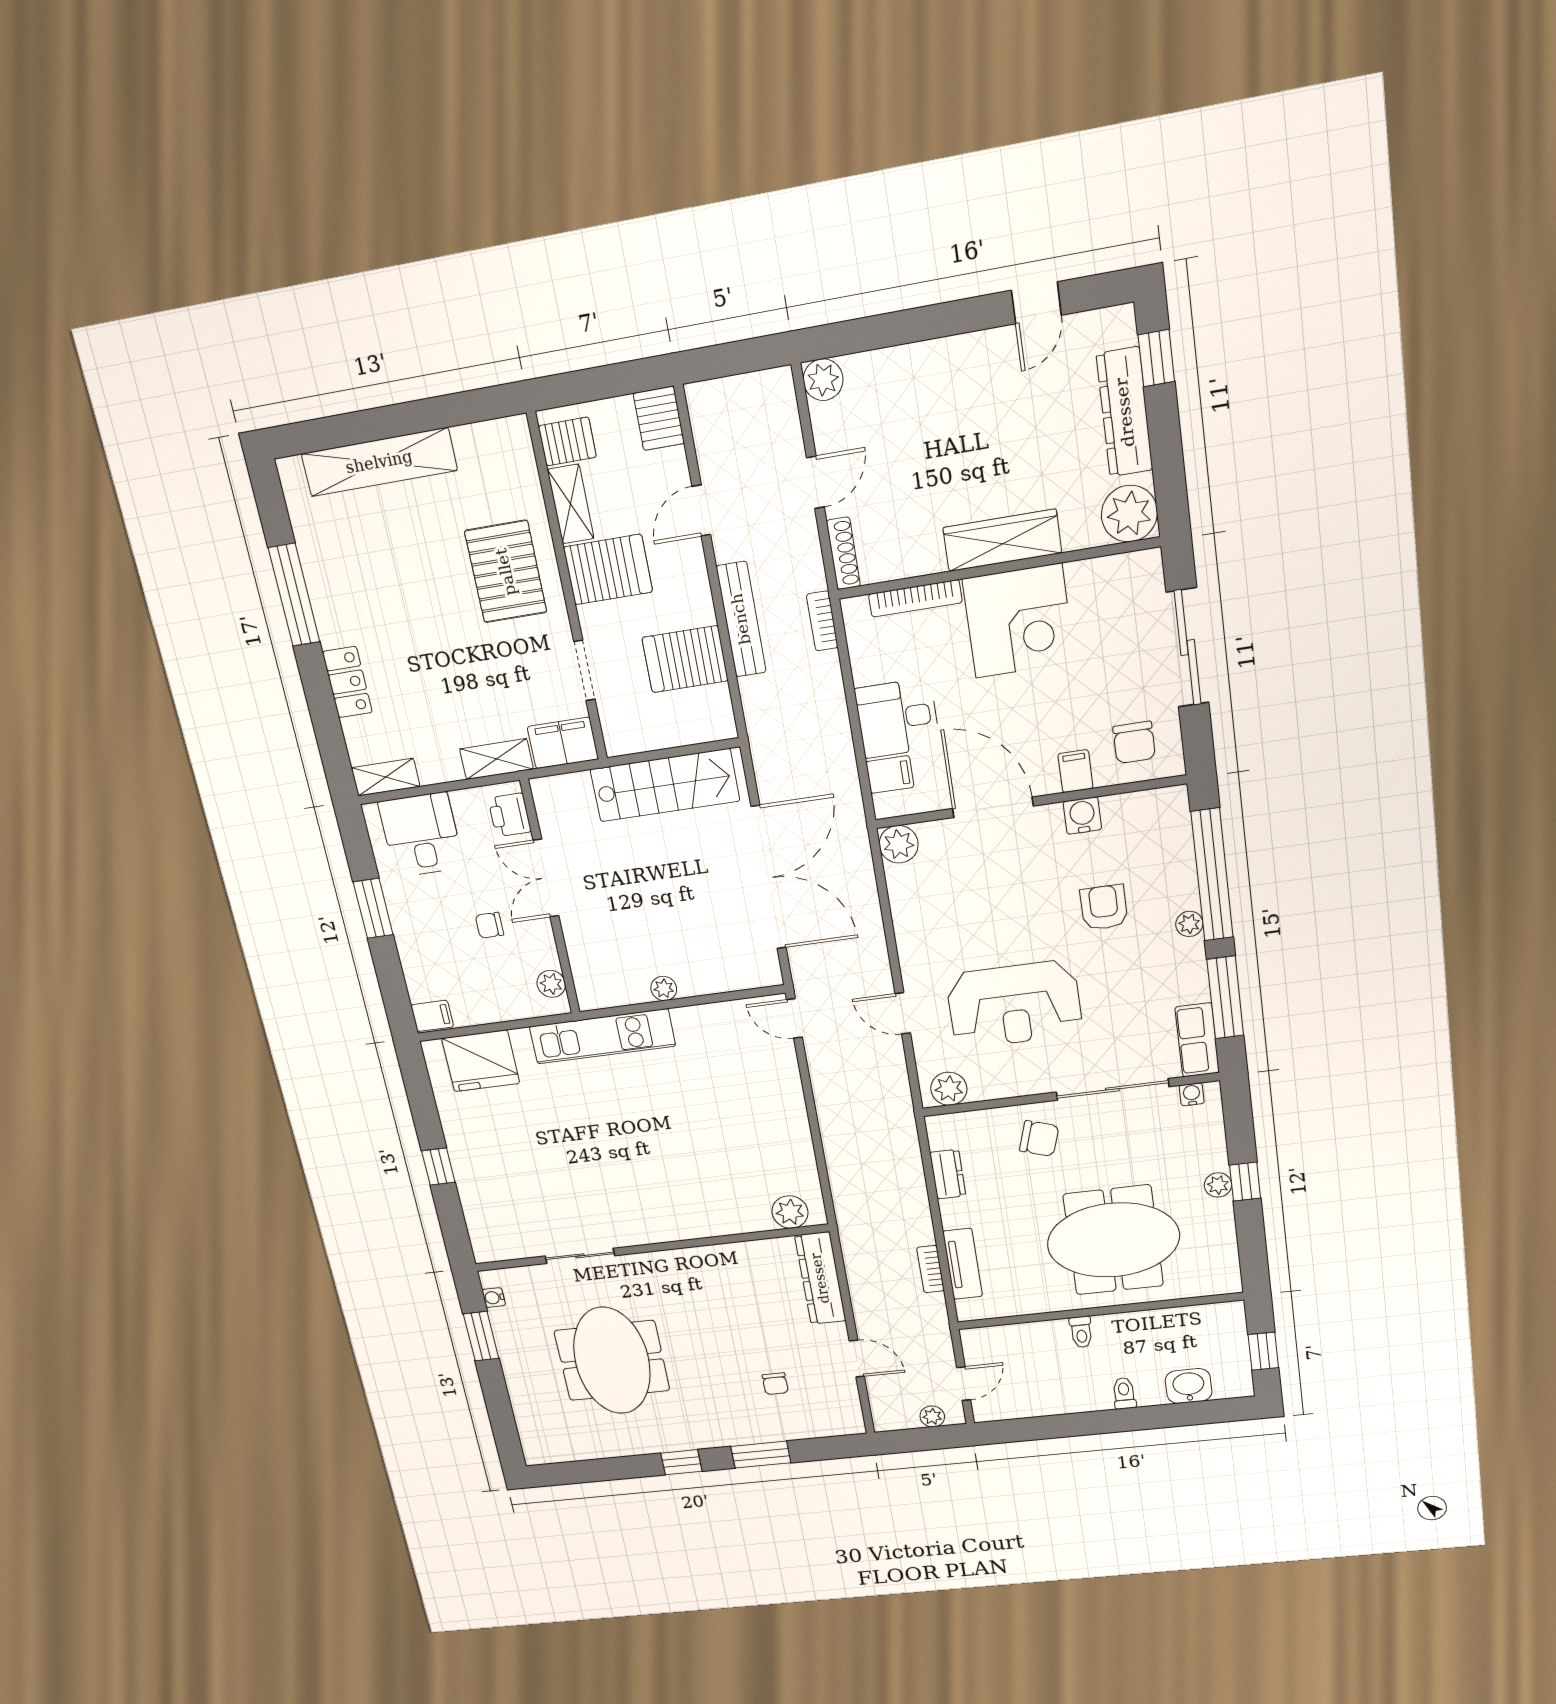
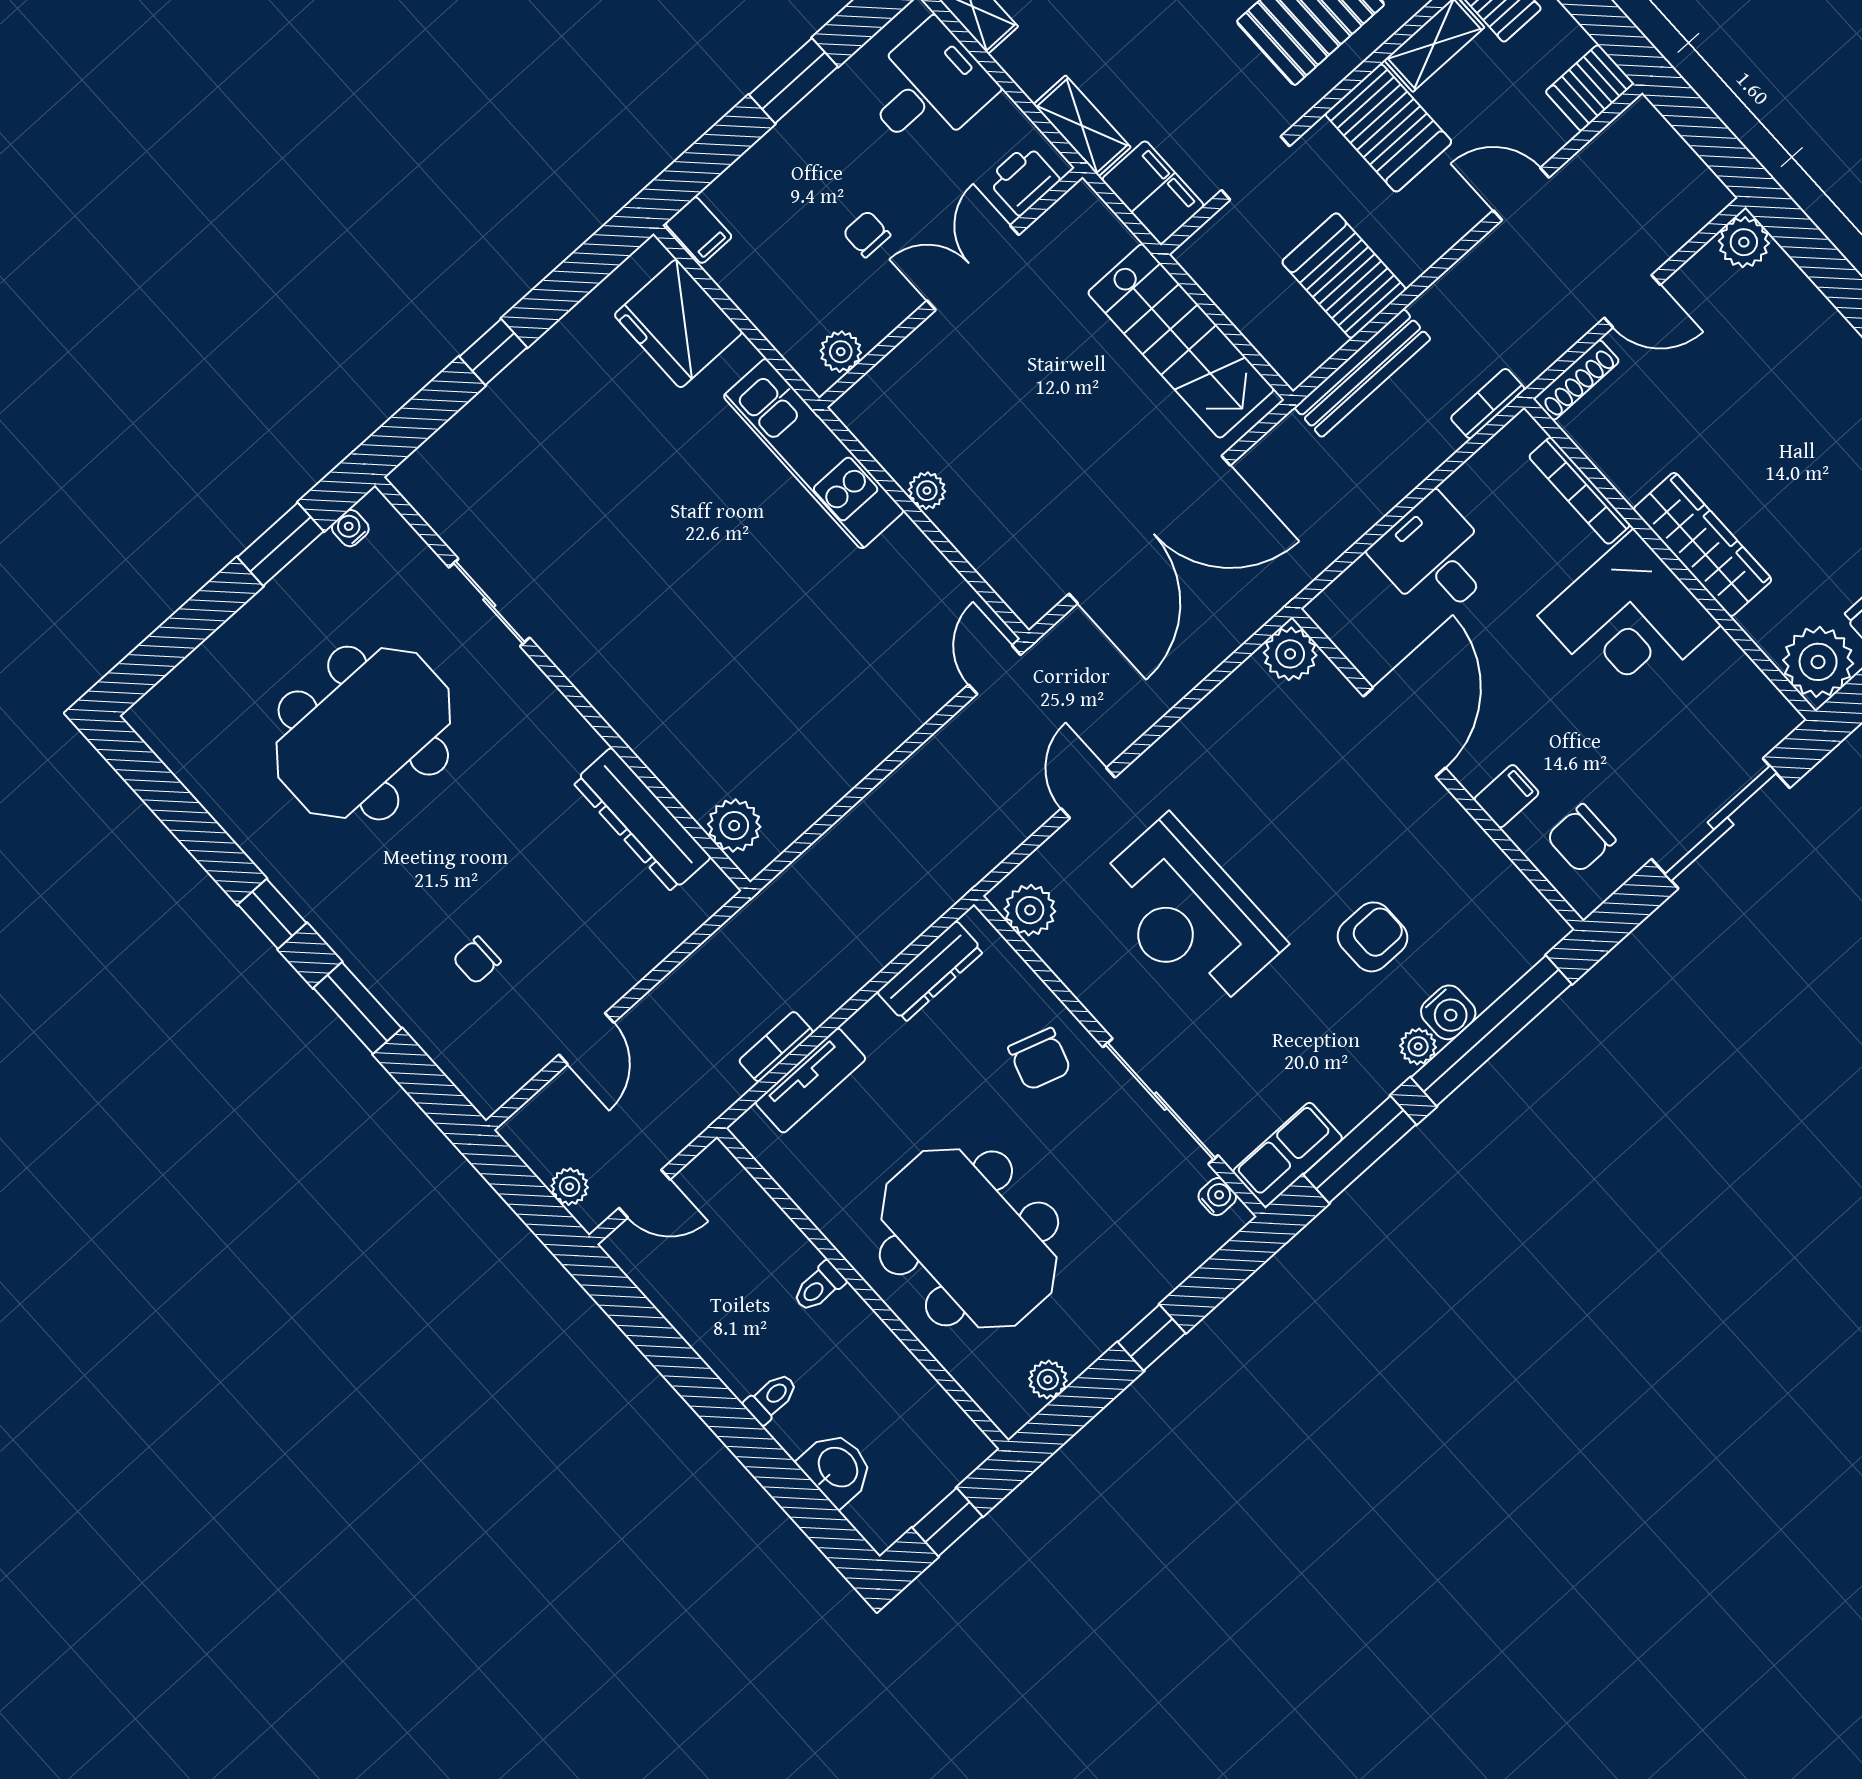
bench: (741, 619) -> (1362, 373), moved
filing cabinet: (890, 774) -> (1365, 591), removed
water cooler: (1082, 816) -> (1448, 1012), moved, turned 90
dresser: (948, 1174) -> (930, 972), width x1.44
plant: (1218, 1185) -> (1048, 1380), moved
dresser: (820, 1278) -> (642, 820), moved, turned -90

